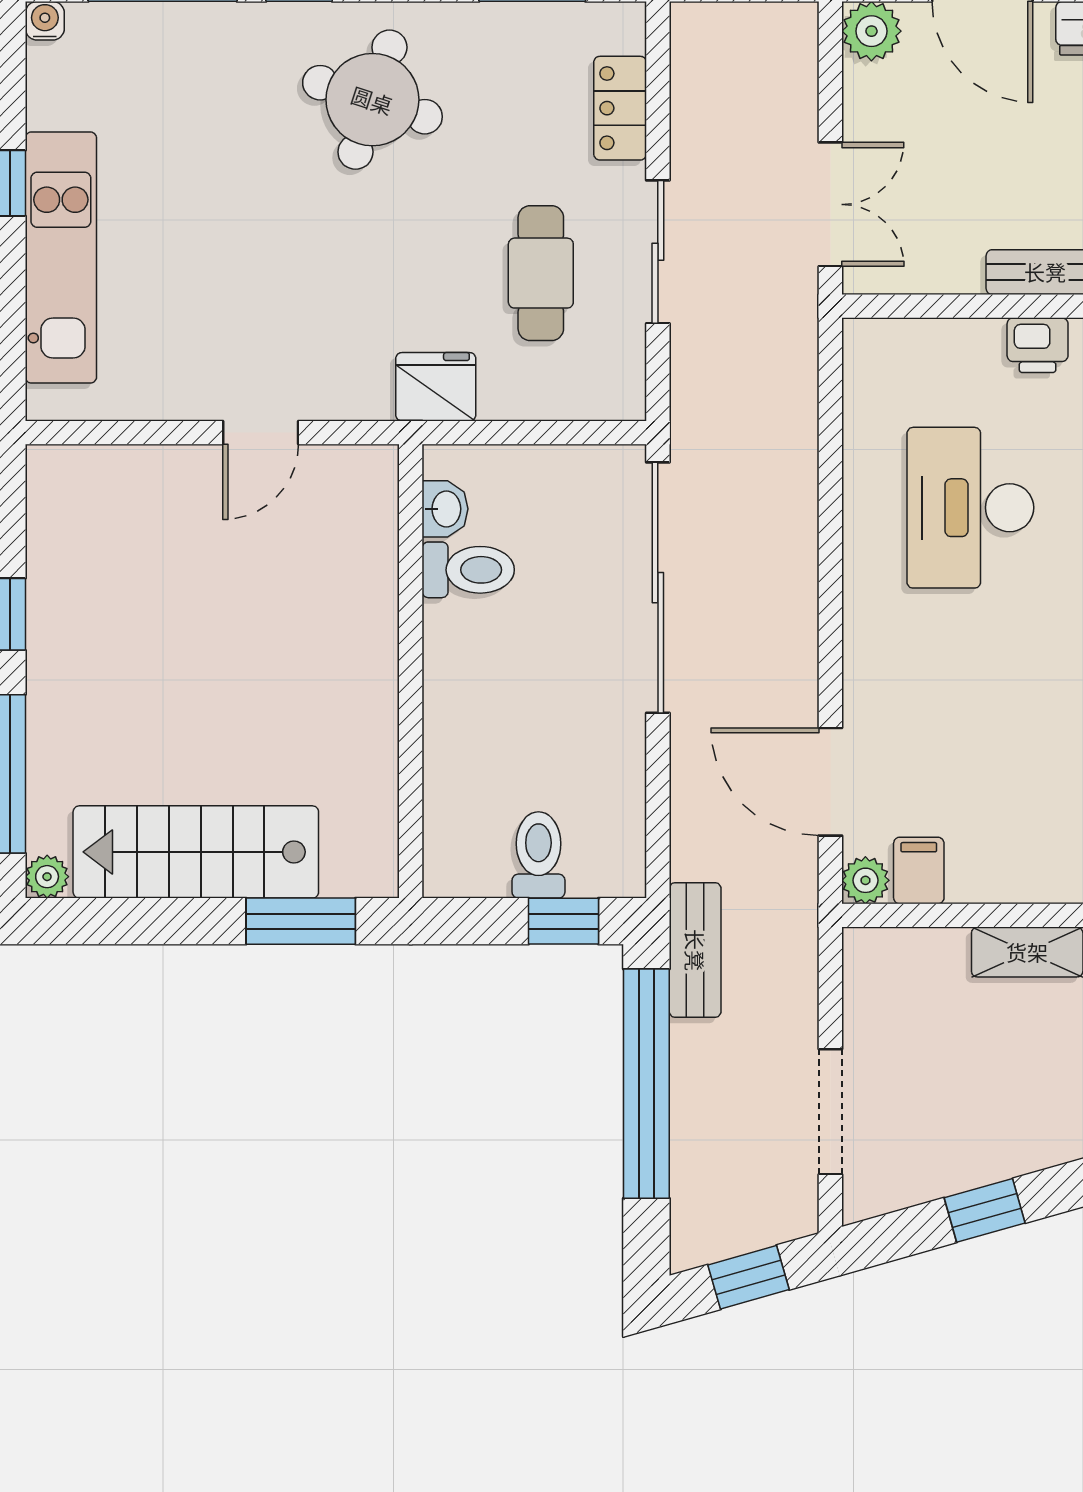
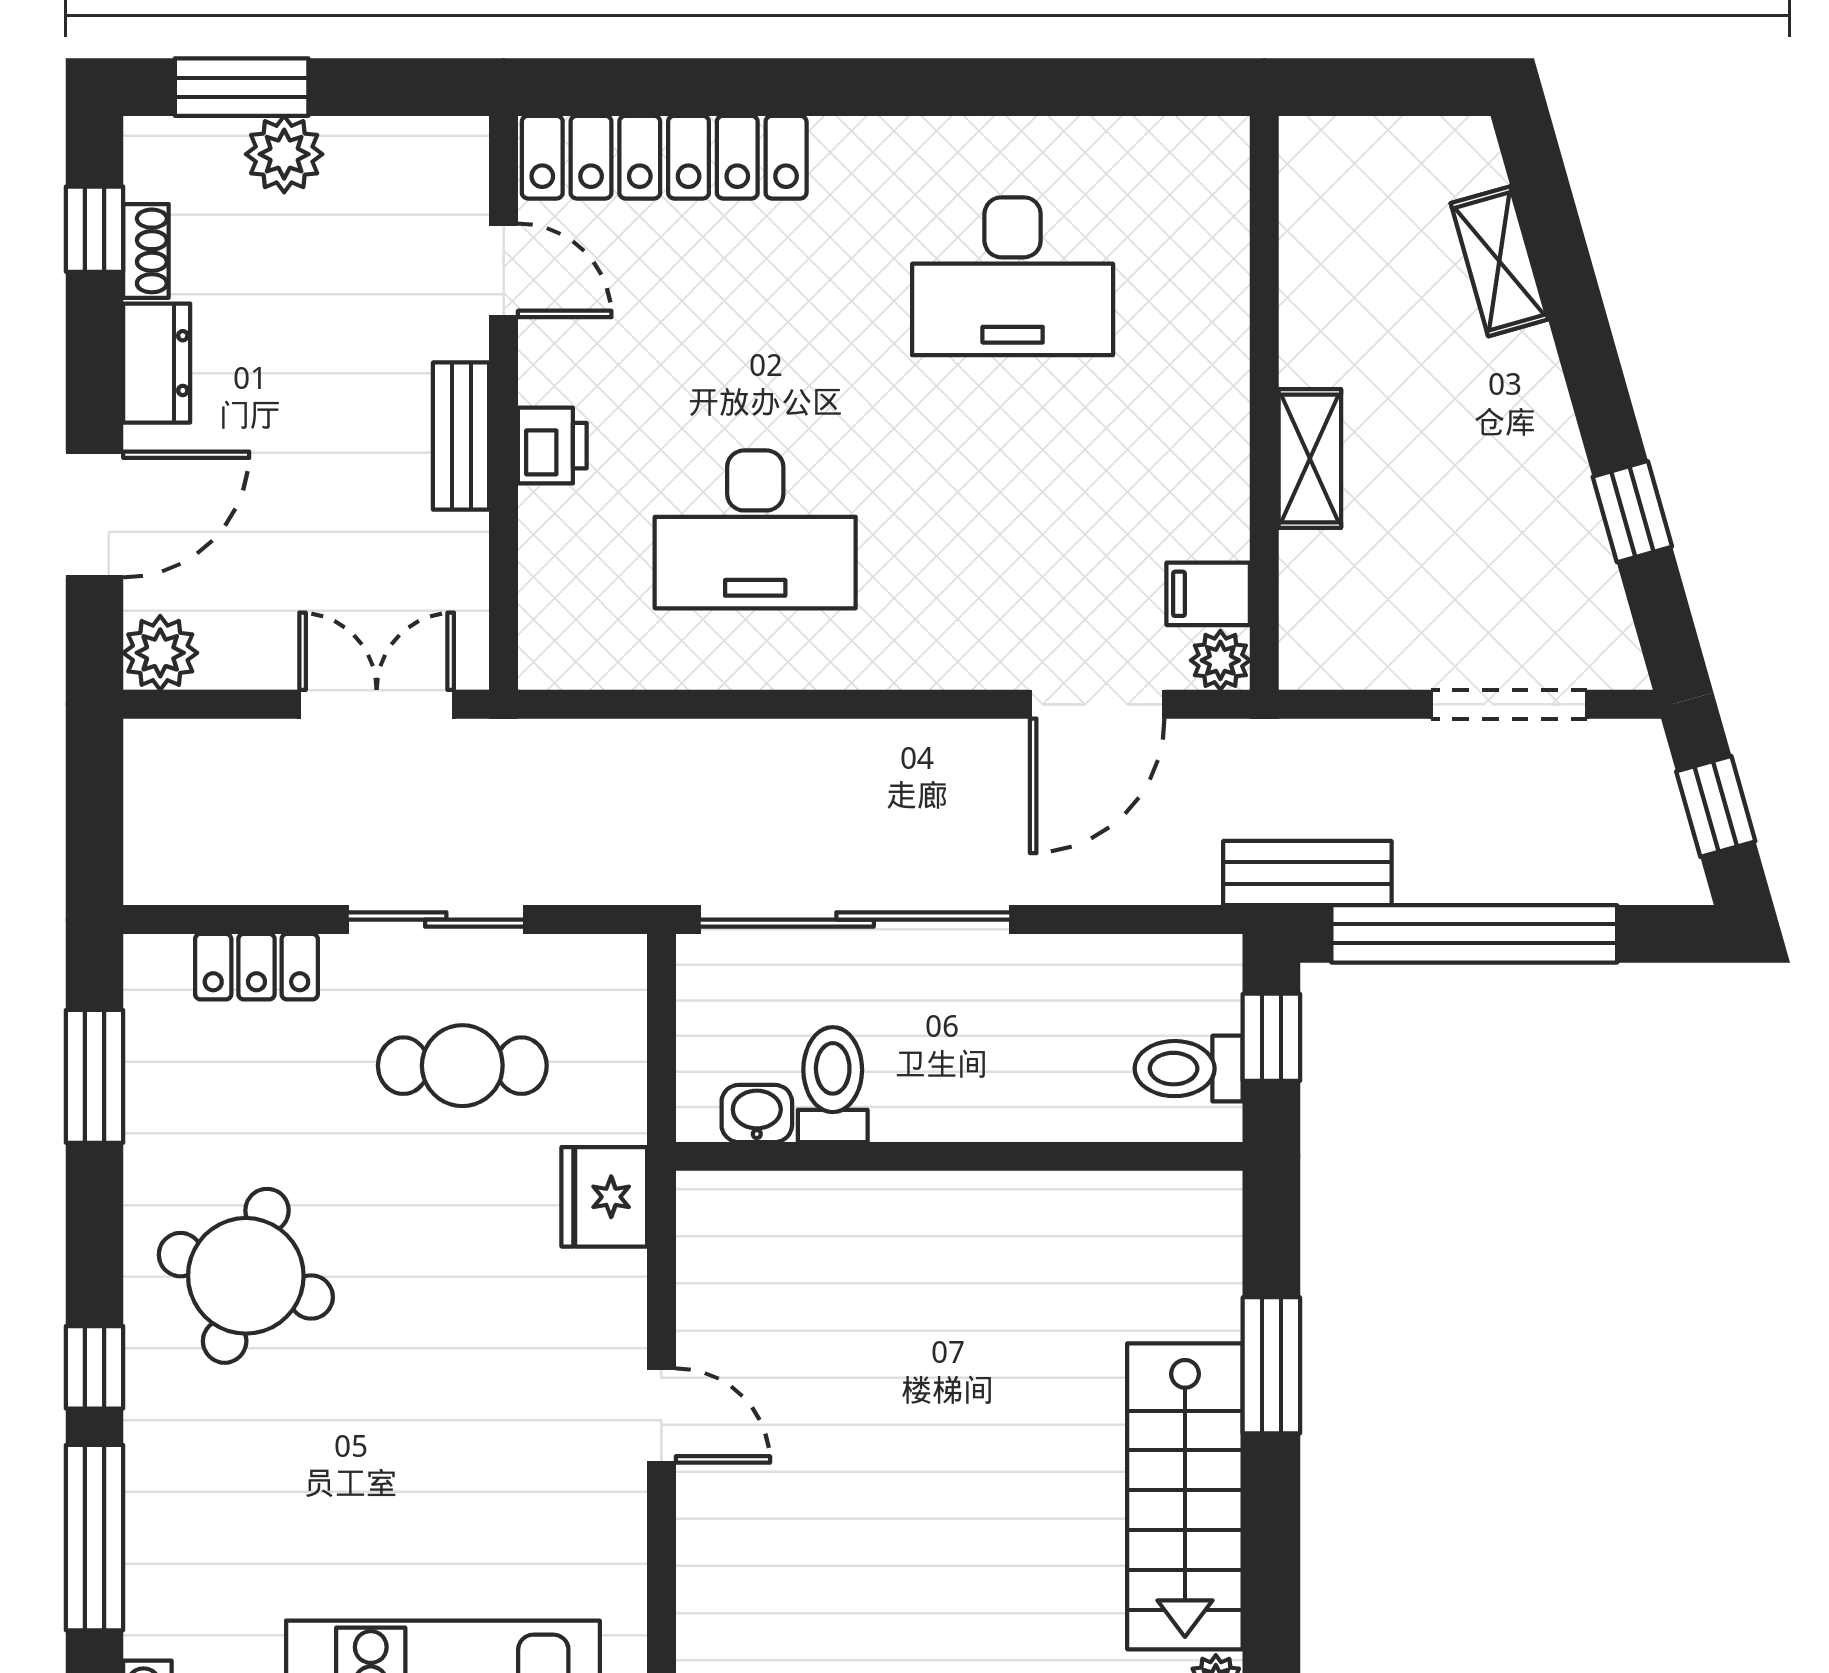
washbasin: (445, 509) -> (757, 1113), moved
toilet: (468, 570) -> (833, 1085), moved
wall: (411, 671) -> (959, 1156), moved

